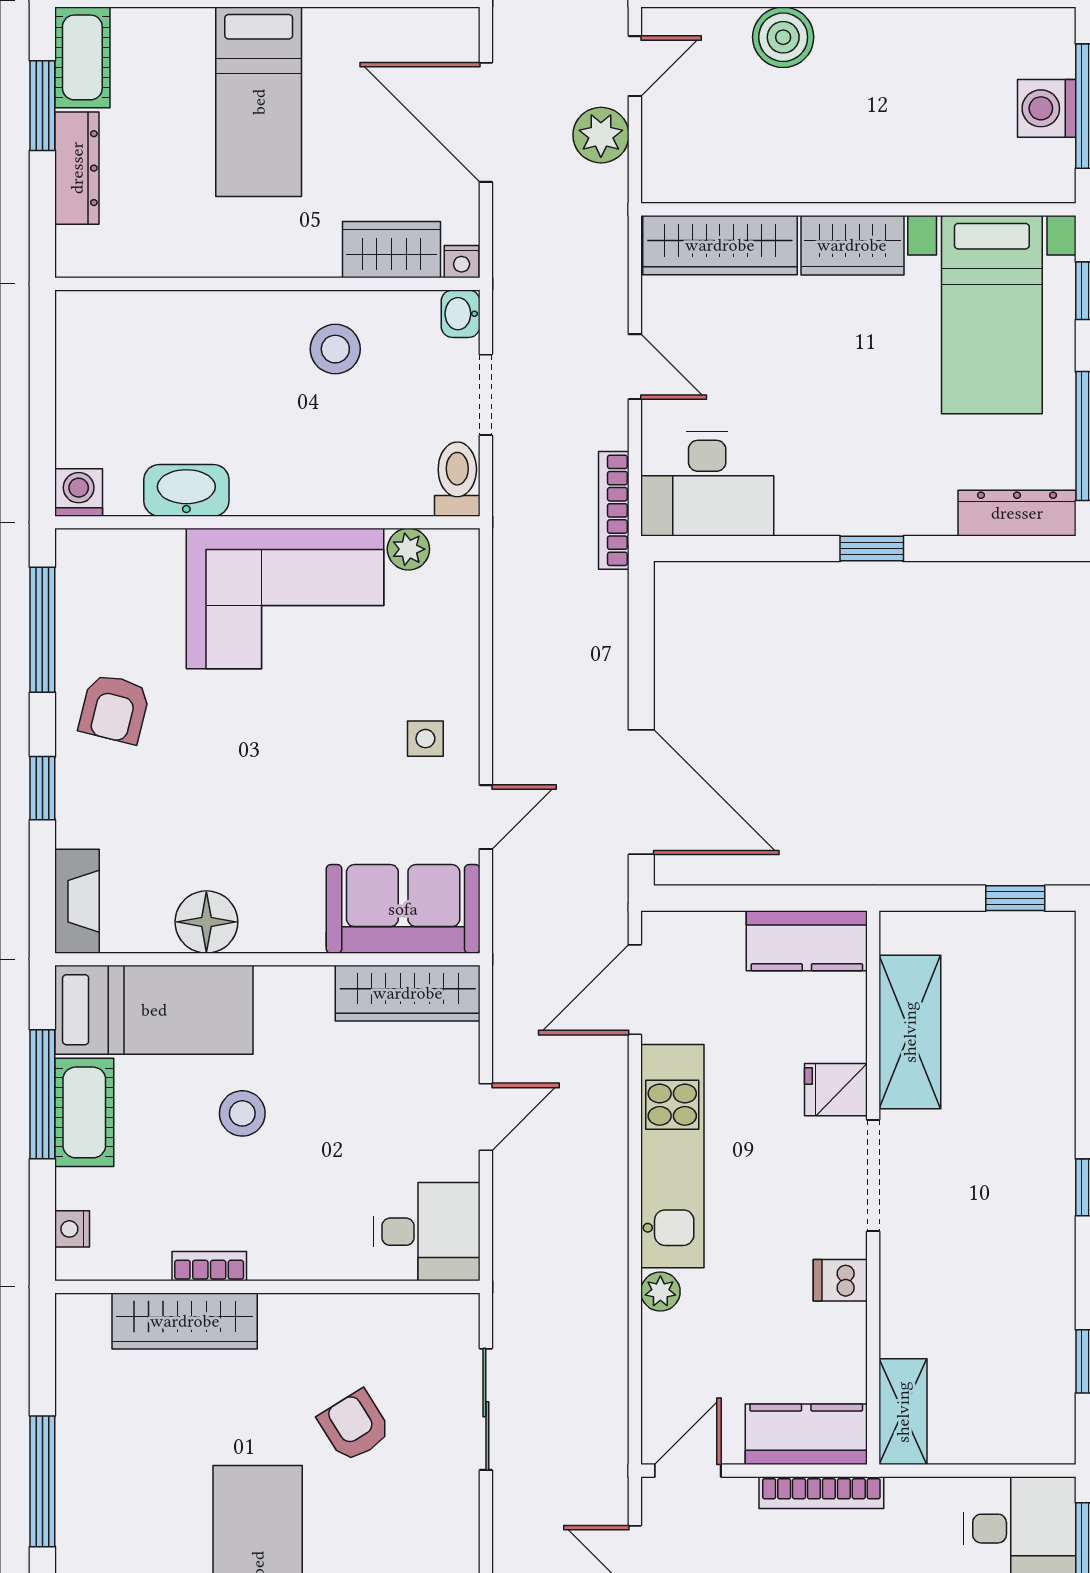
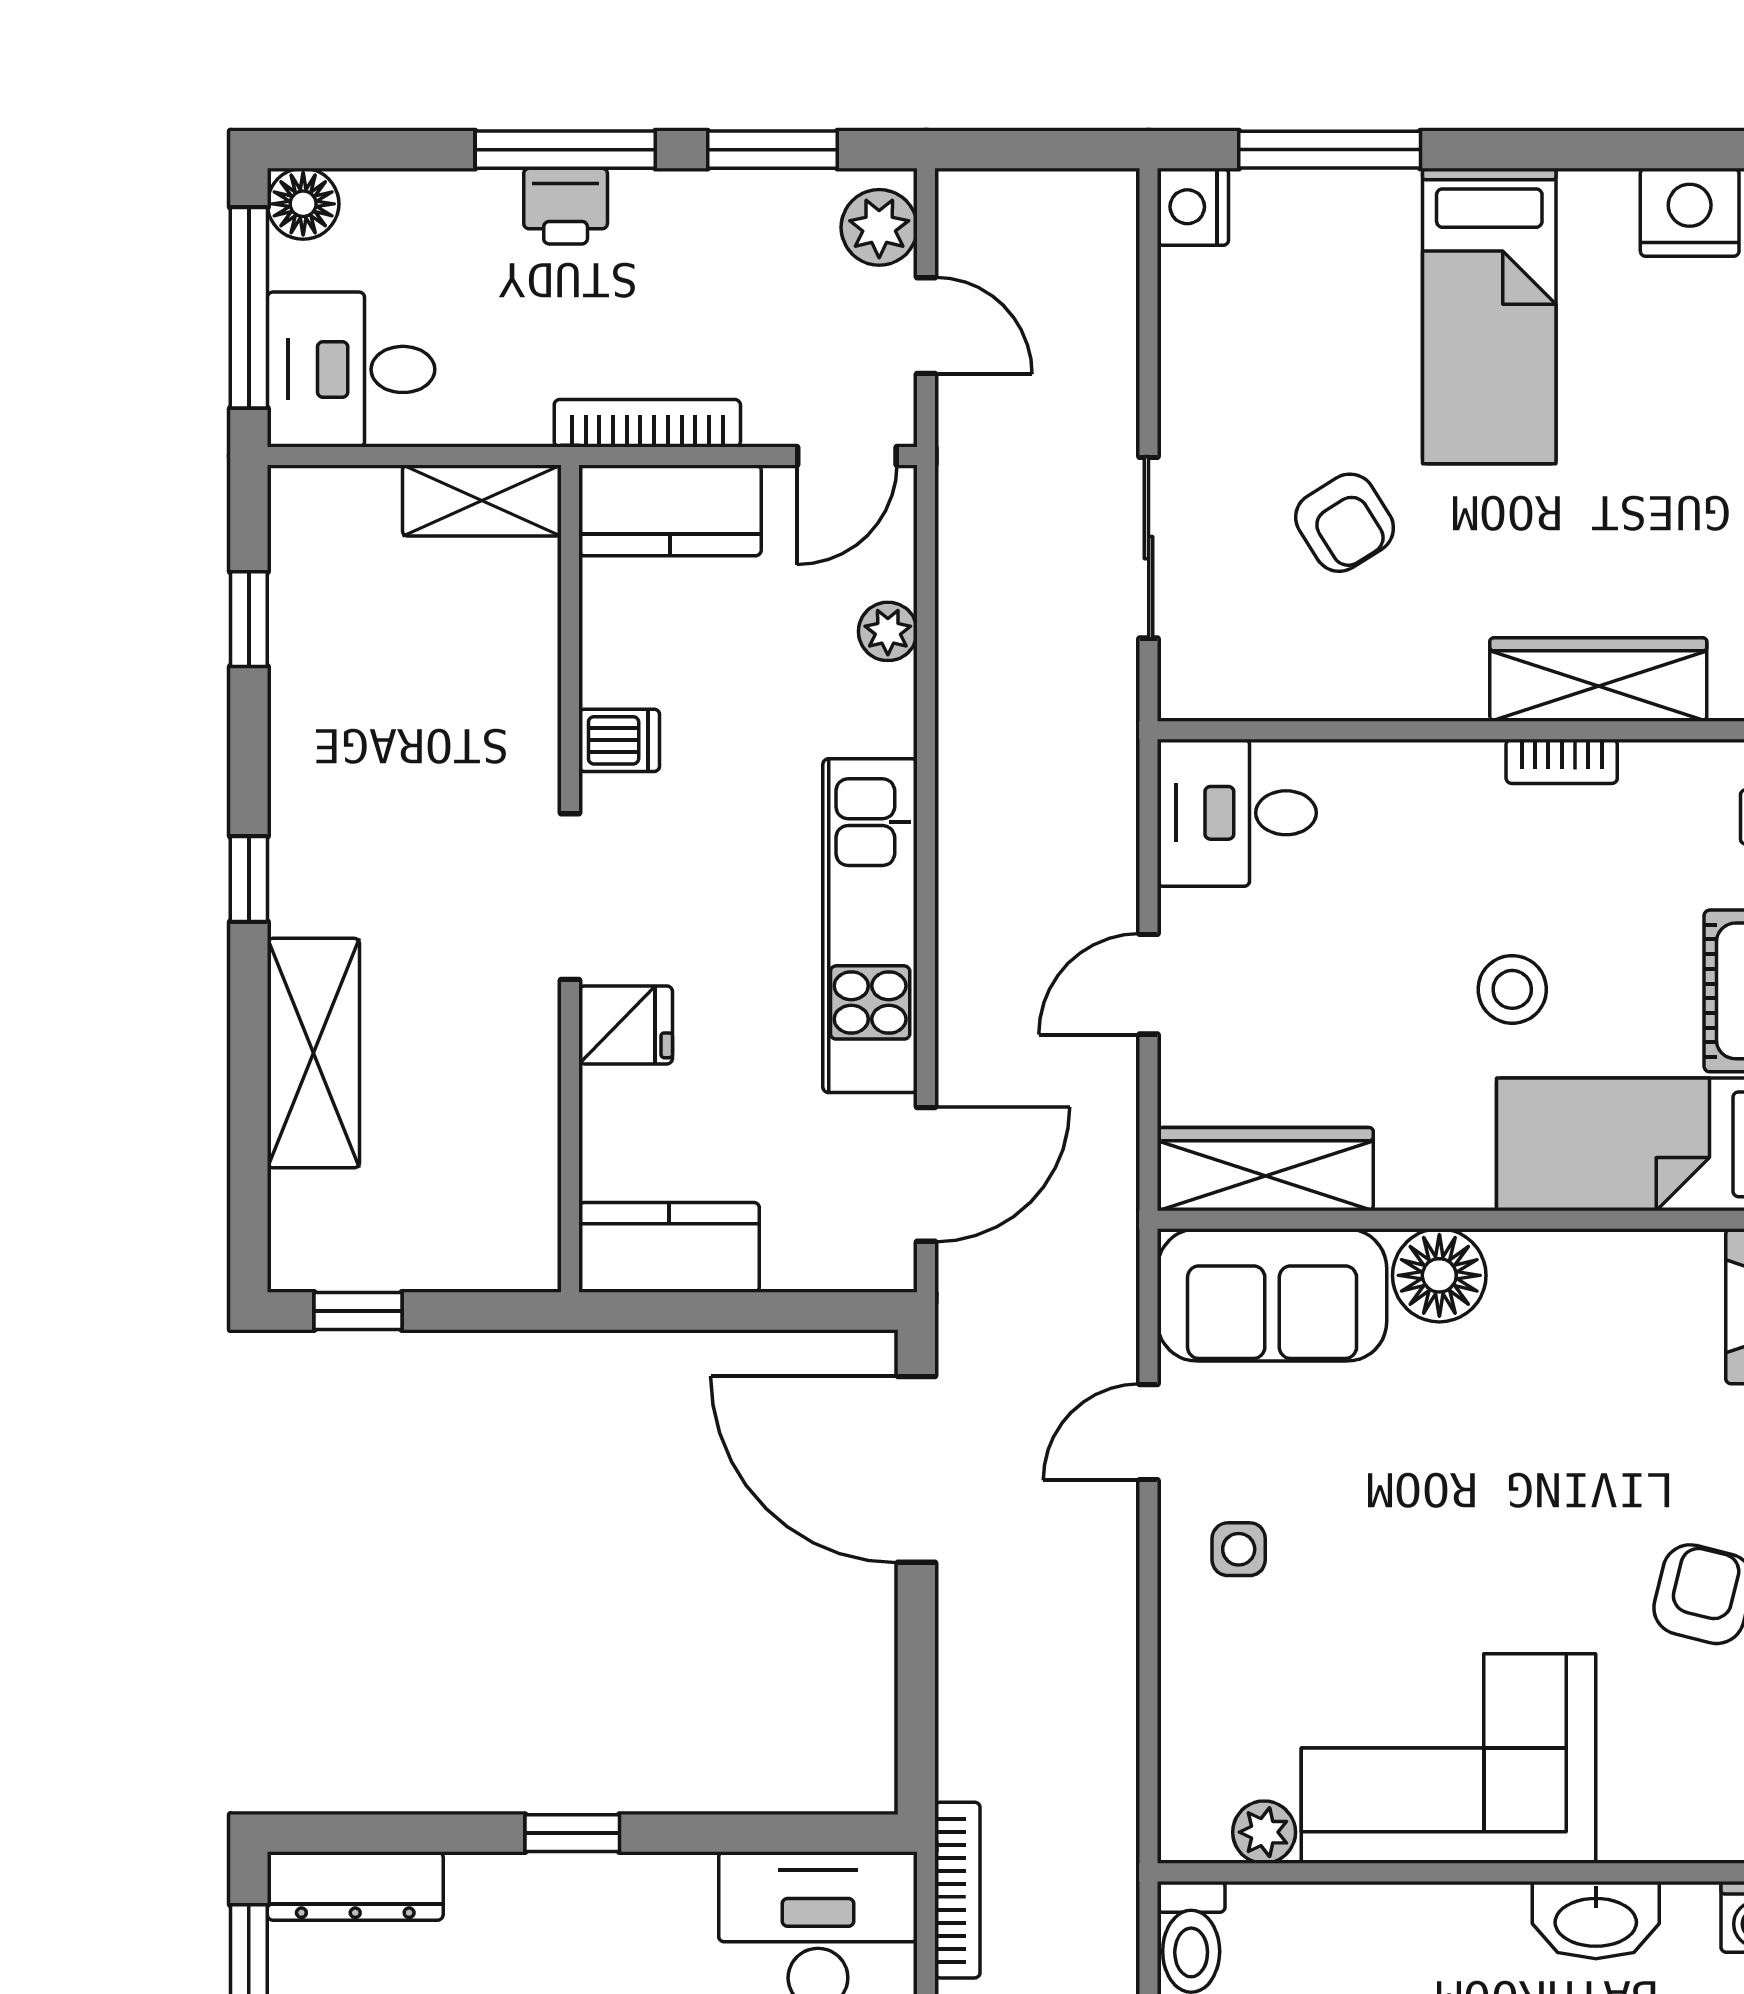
floor lamp: (206, 922) -> (1439, 1275), moved
shelving: (910, 1032) -> (313, 1053), moved
plant: (660, 1292) -> (888, 631), moved
shelving: (903, 1412) -> (482, 500), moved, turned 90

